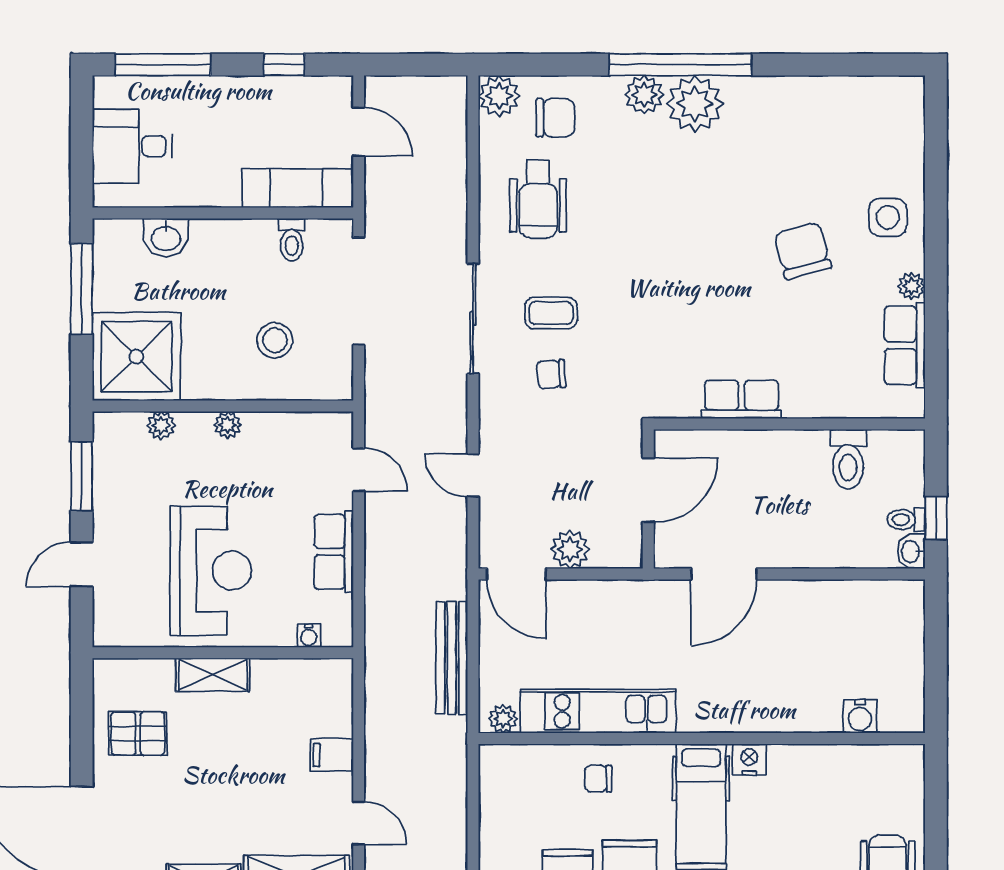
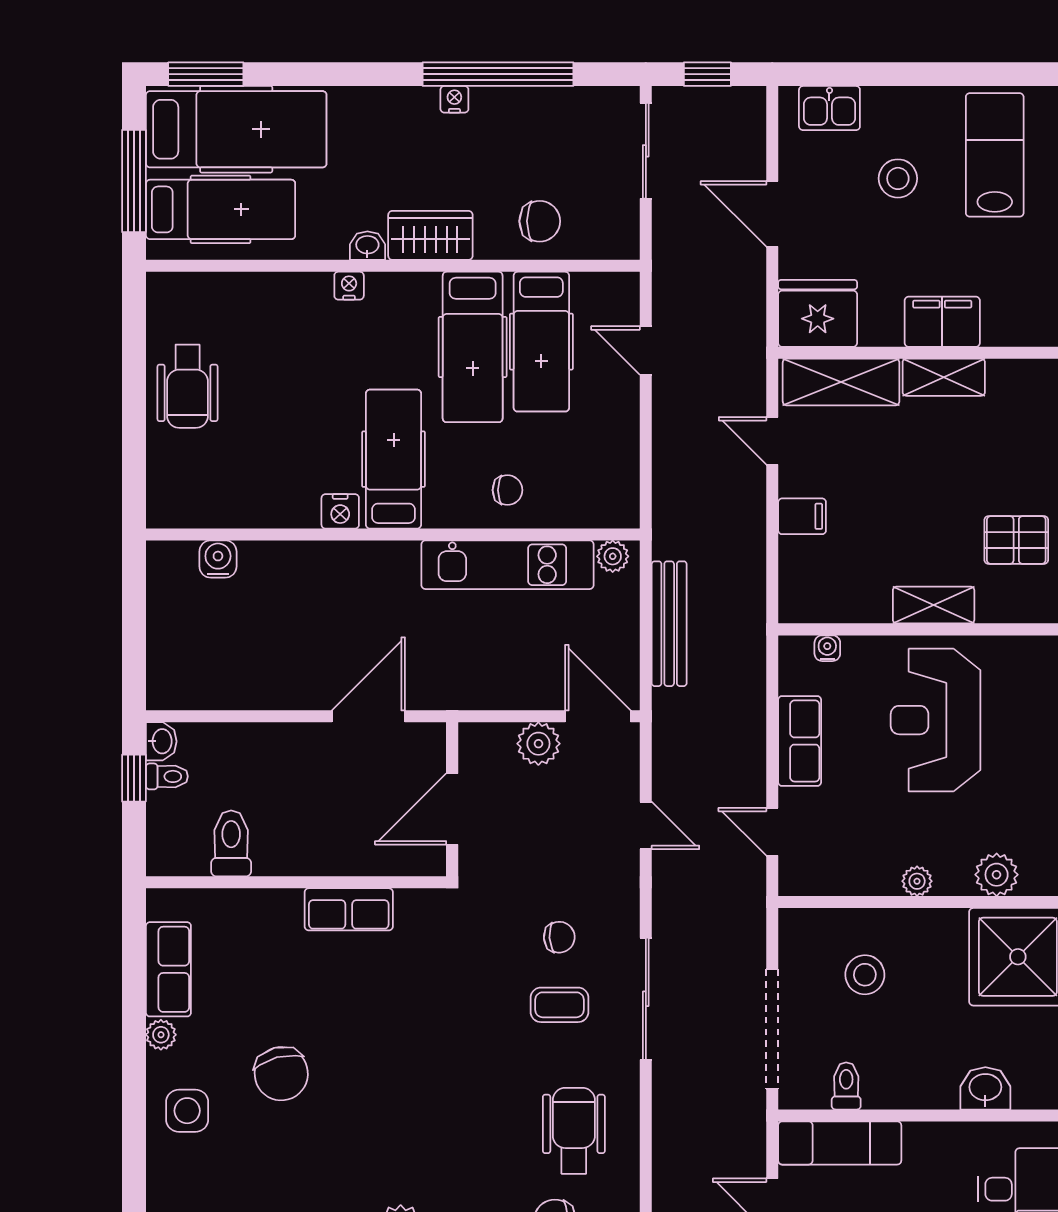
plant: (161, 425) -> (997, 875), width x1.38, depth x1.38

